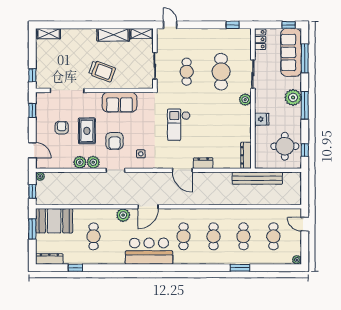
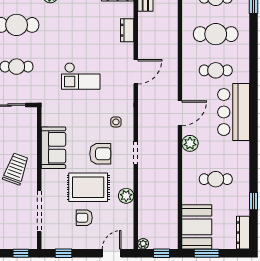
rug: (87, 131) -> (88, 187), width x1.36, depth x1.43
plant: (93, 162) -> (126, 180), removed
dresser: (203, 163) -> (127, 30), moved
door: (148, 207) -> (180, 113), hinge flipped
cafe table: (213, 236) -> (216, 34), width x1.37, depth x1.35

